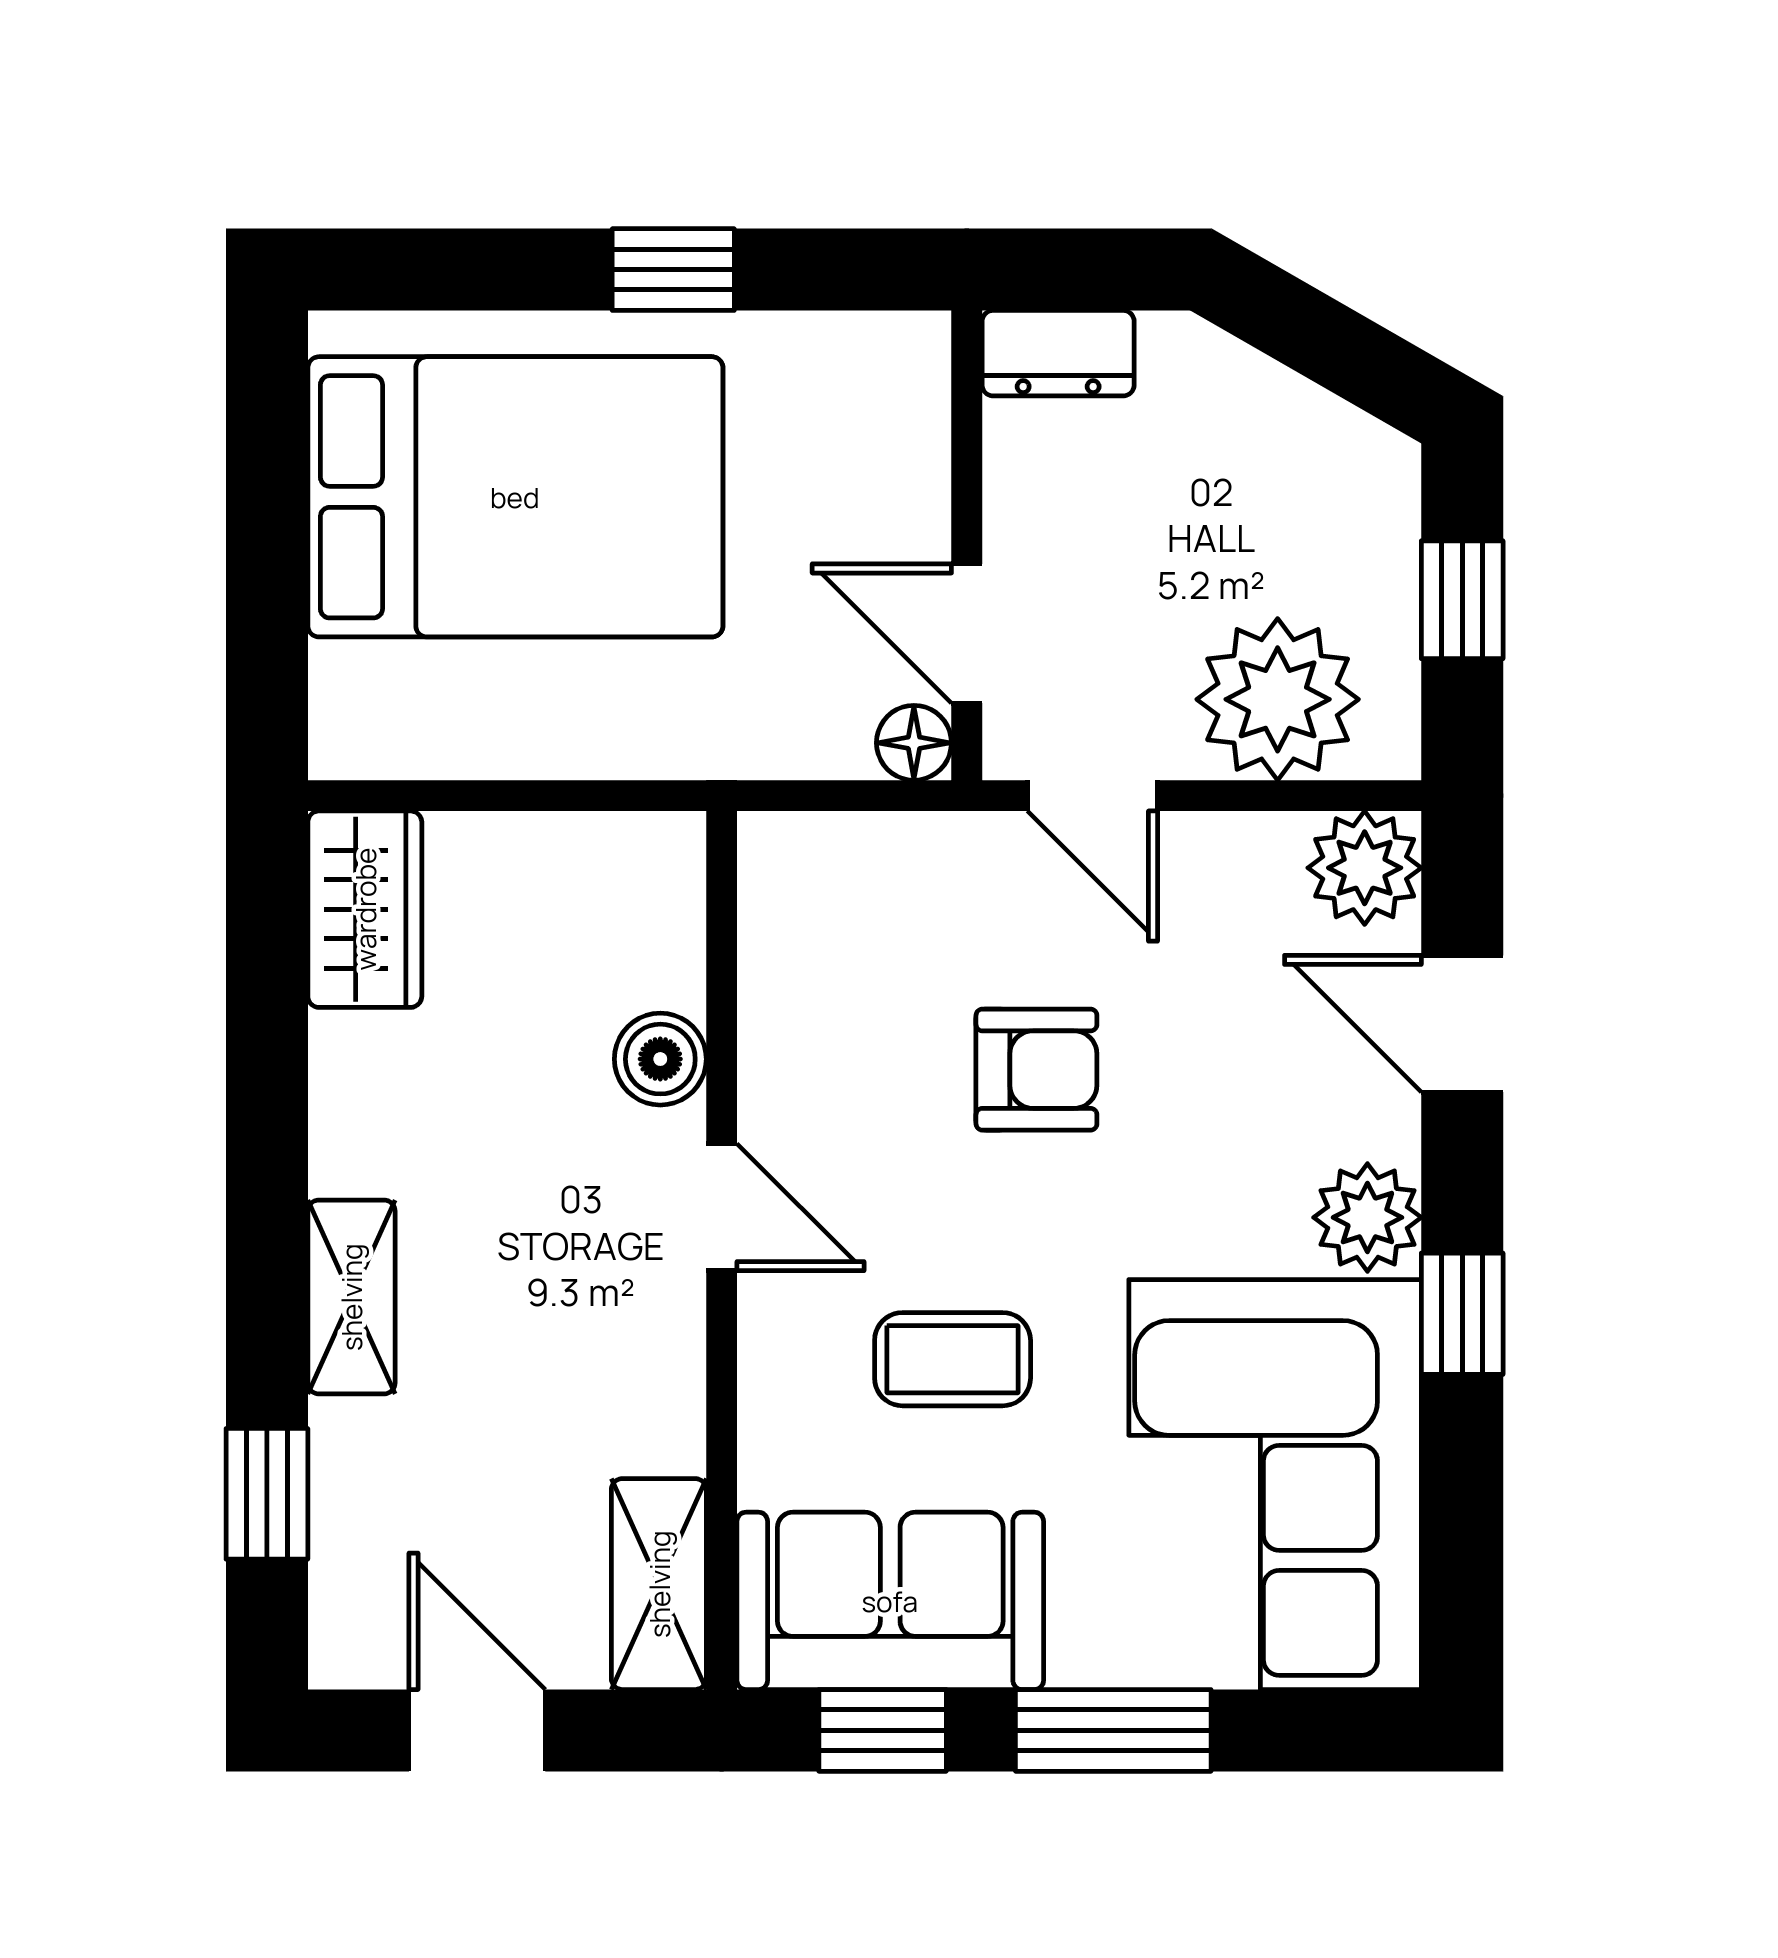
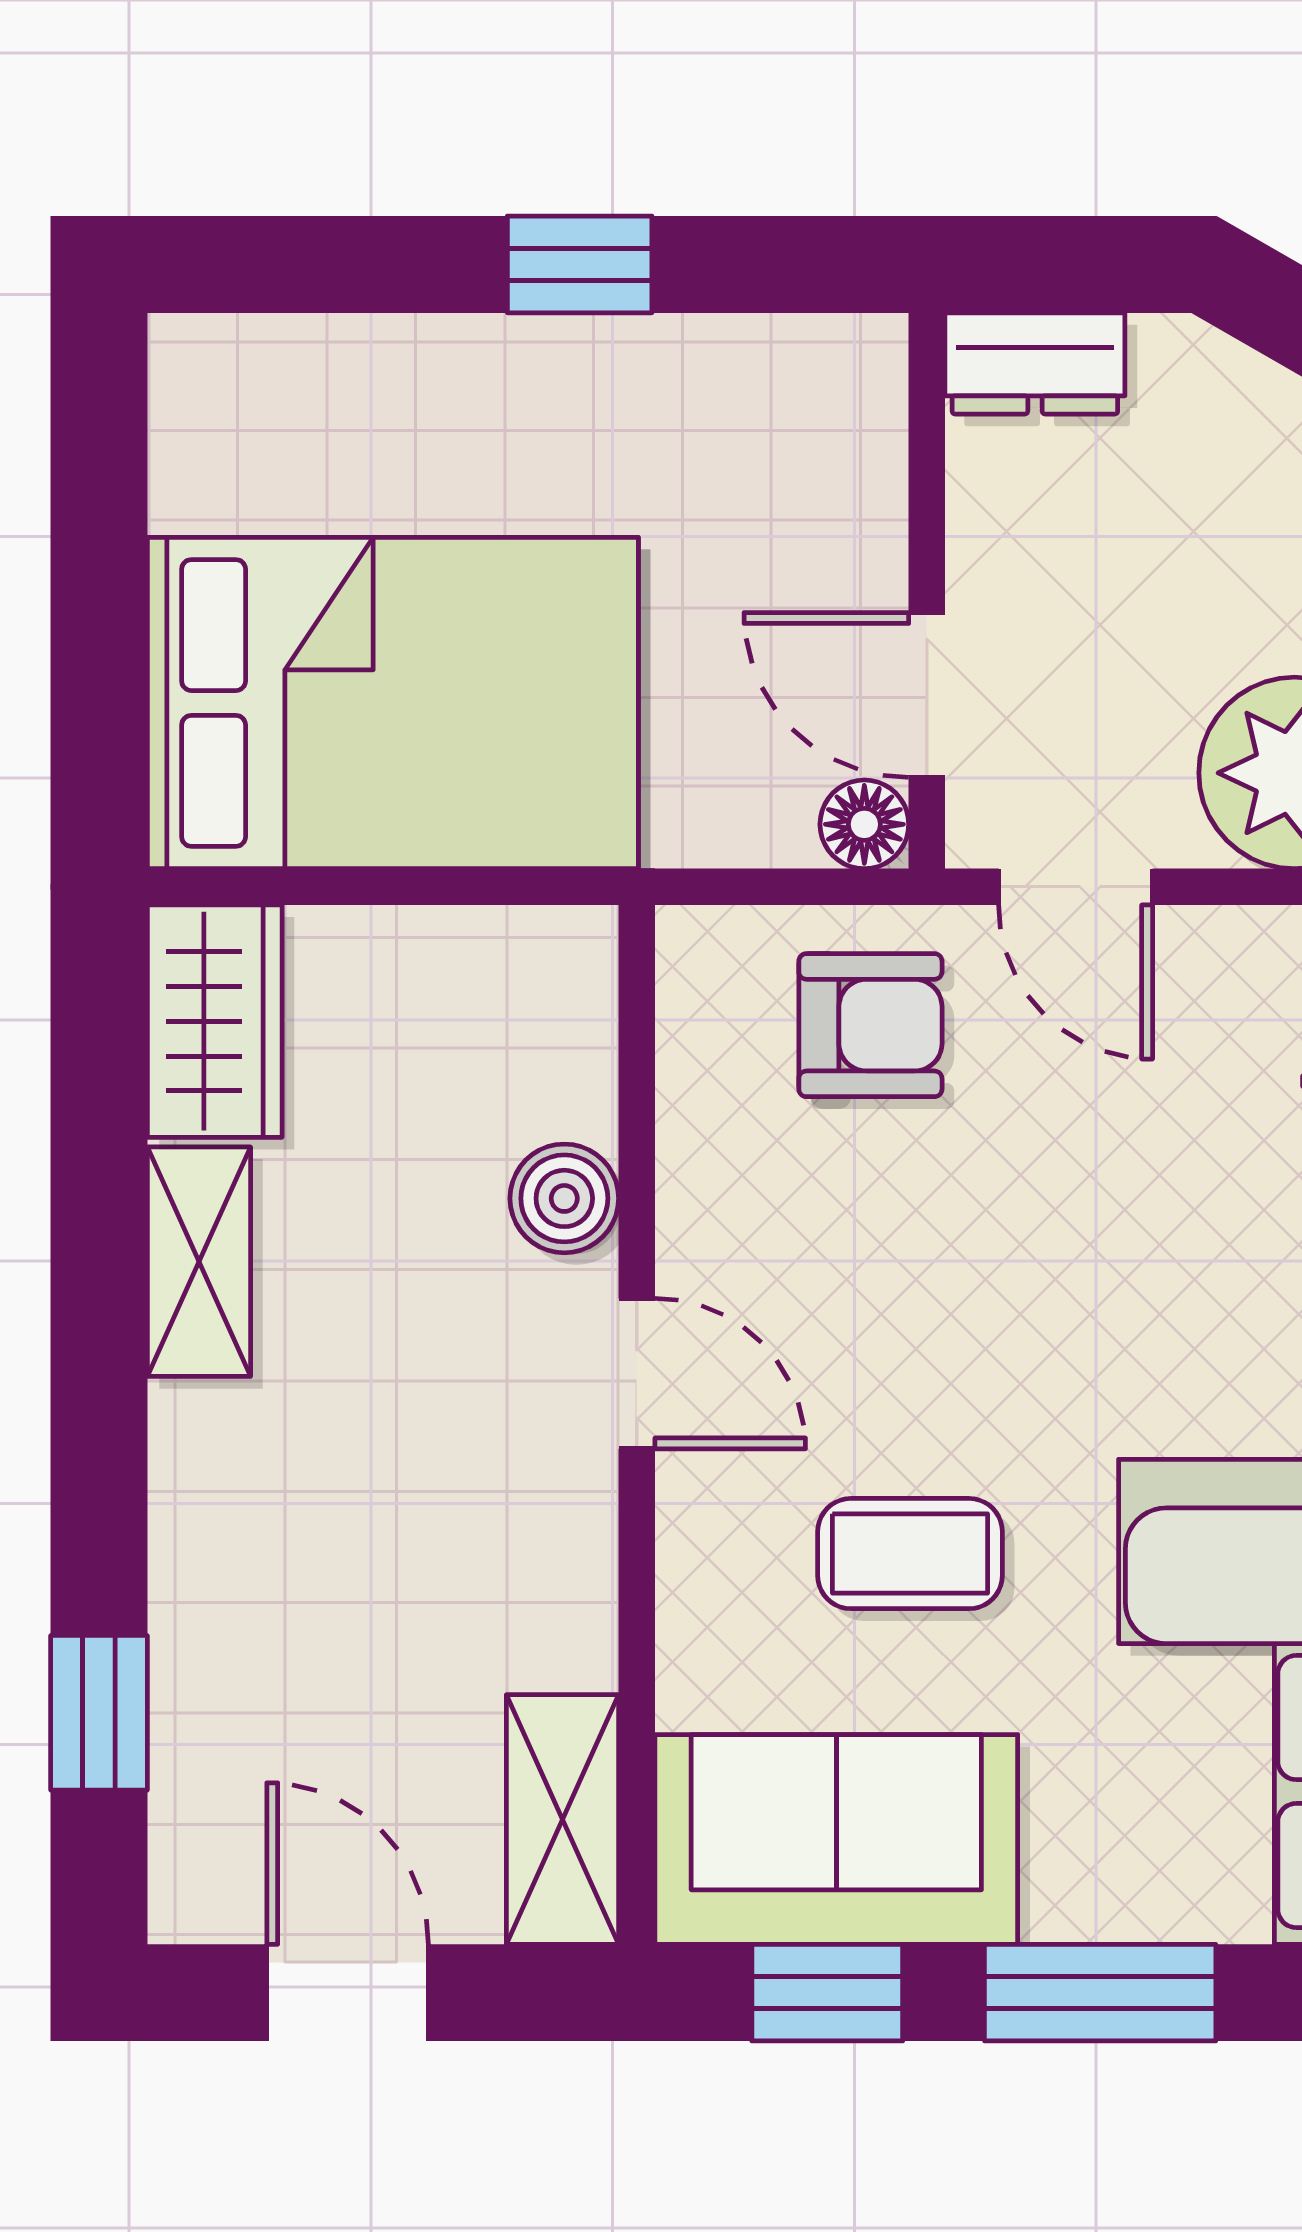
bed: (515, 497) -> (393, 703), moved
armchair: (1036, 1070) -> (870, 1025), moved
shelving: (351, 1297) -> (199, 1262), moved

